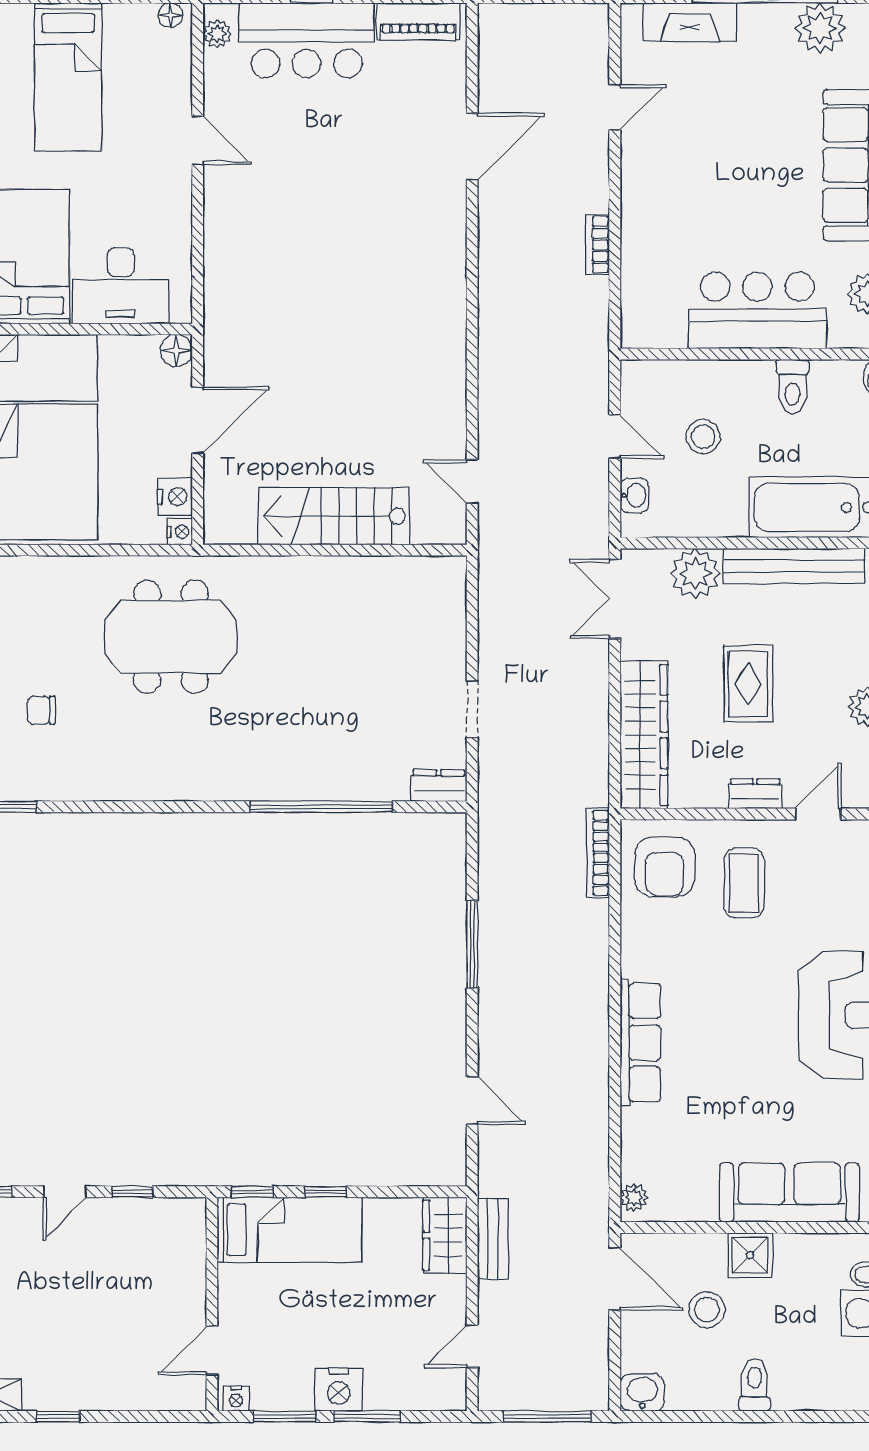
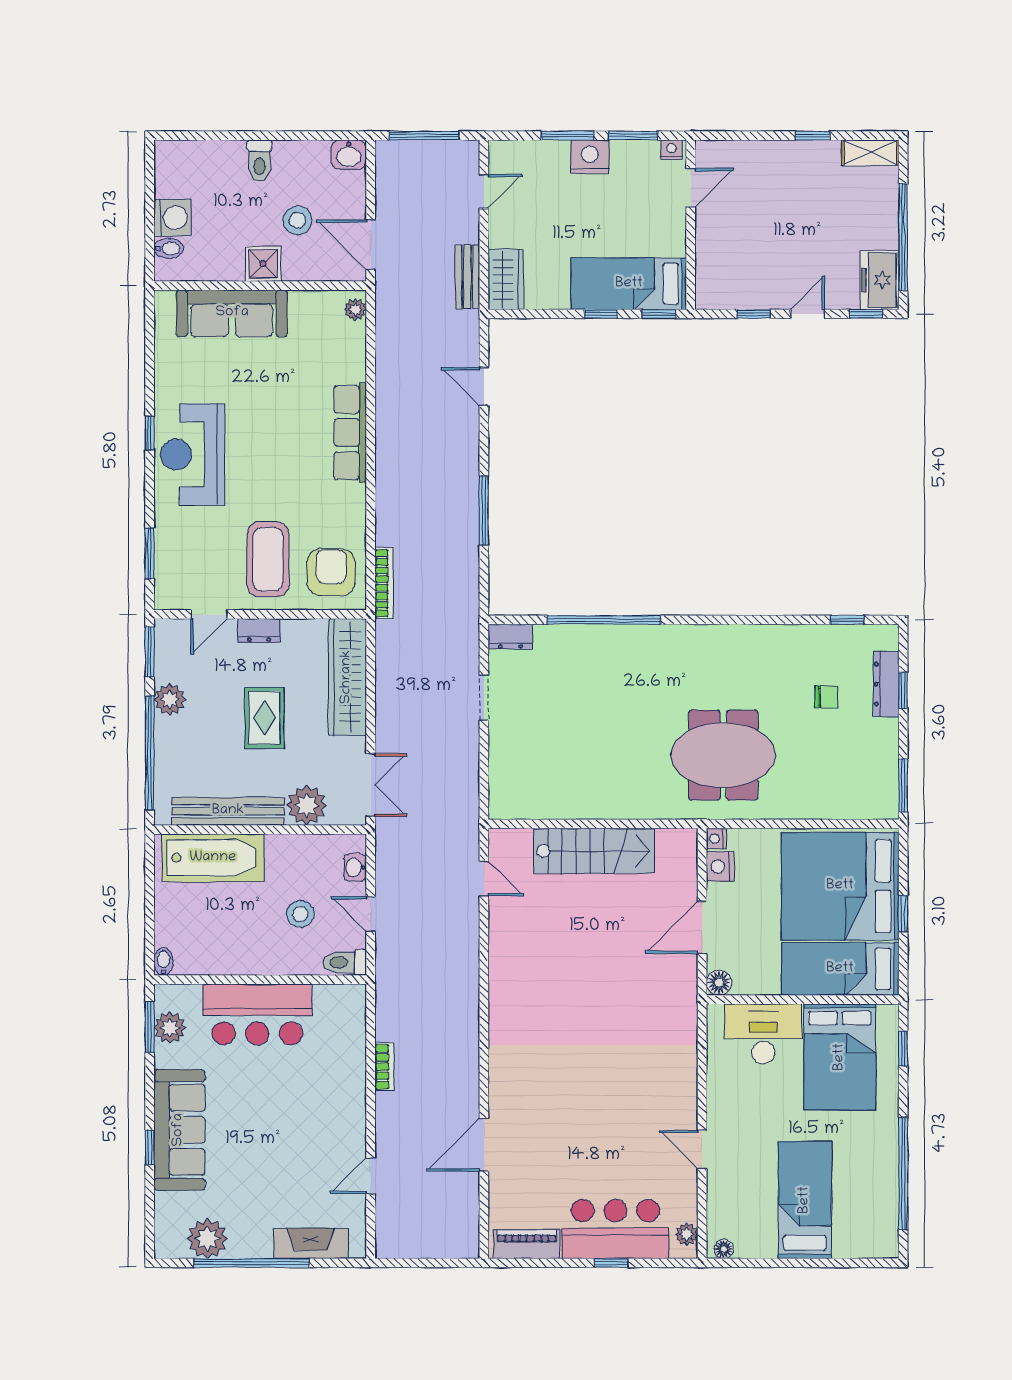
toilet: (793, 386) -> (345, 962), moved, turned -90
coffee table: (744, 883) -> (268, 559), width x1.36, depth x1.32

